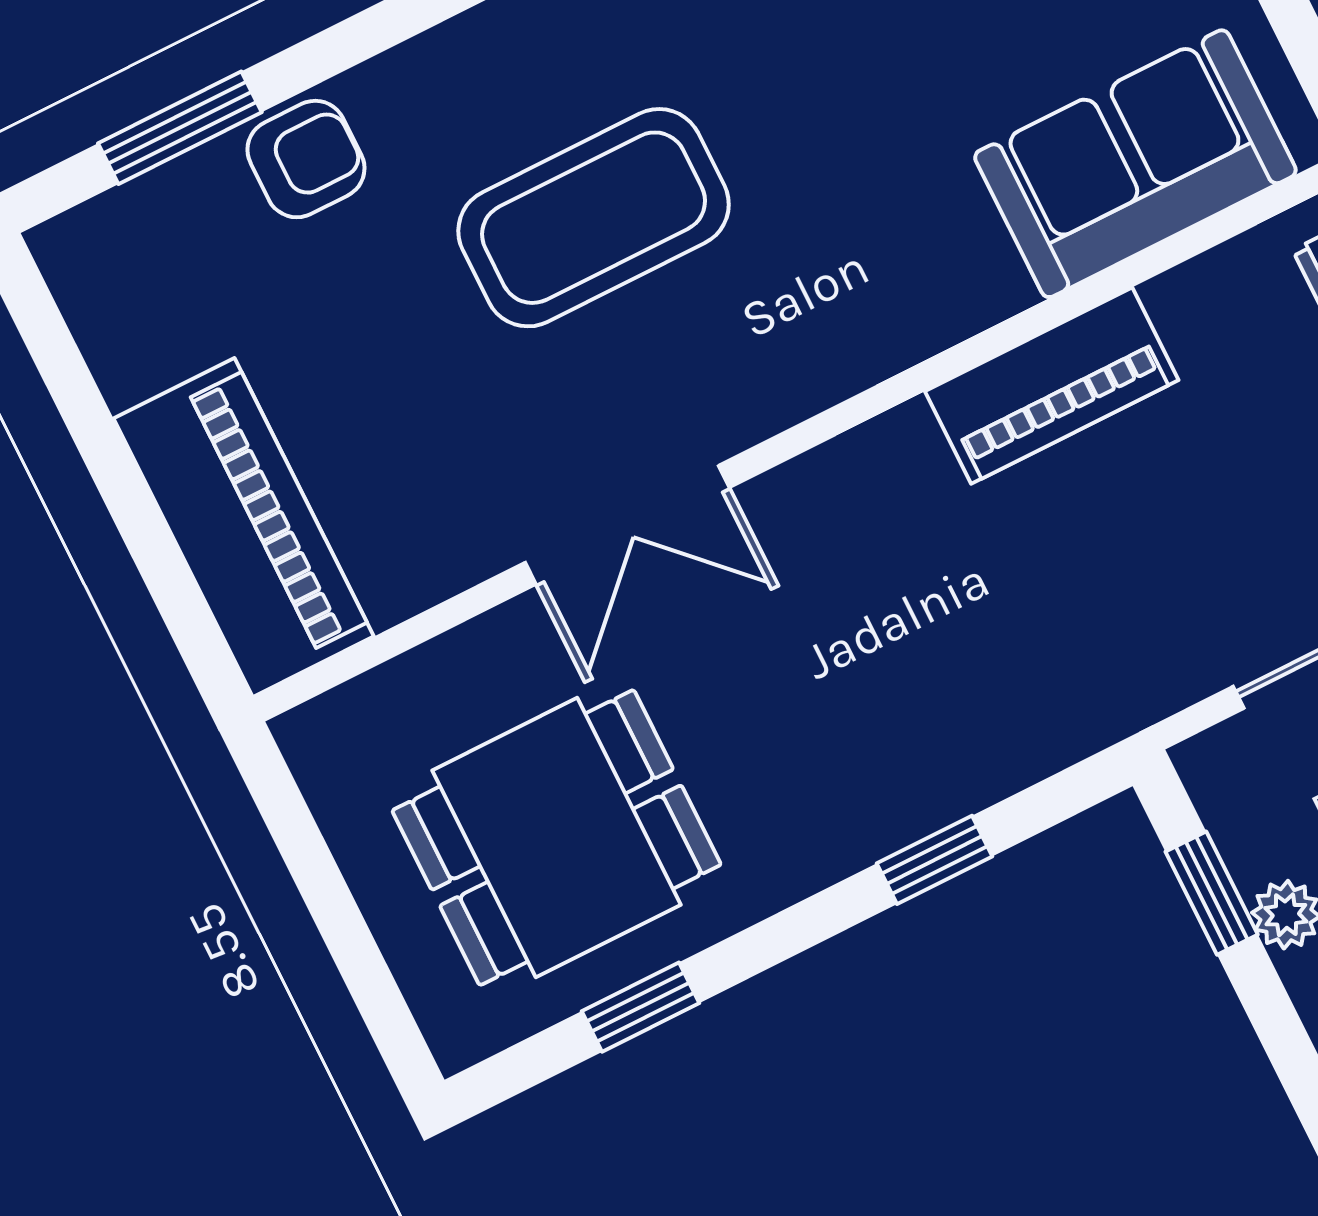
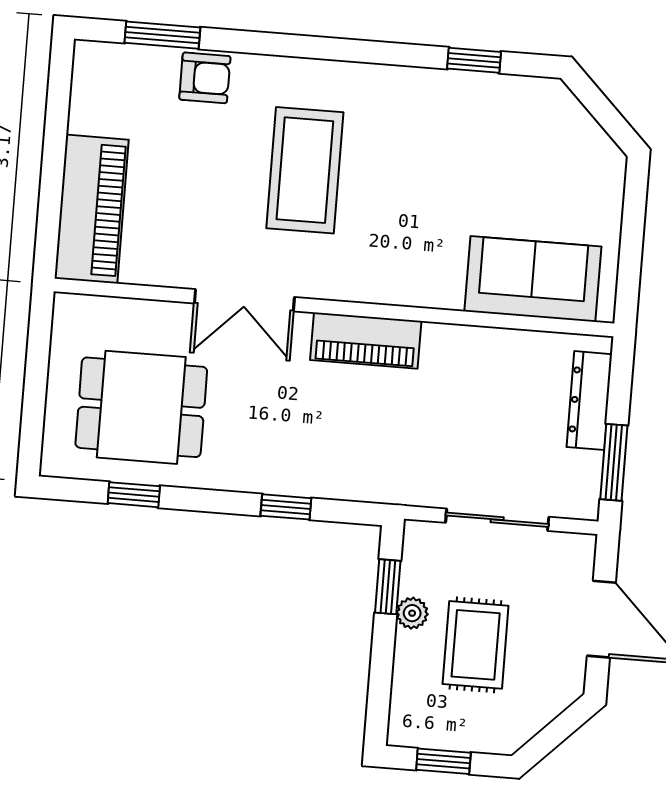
coffee table: (594, 218) -> (305, 170), turned 90
piano: (1052, 386) -> (366, 340), moved

